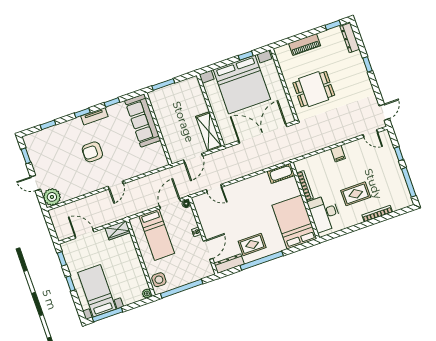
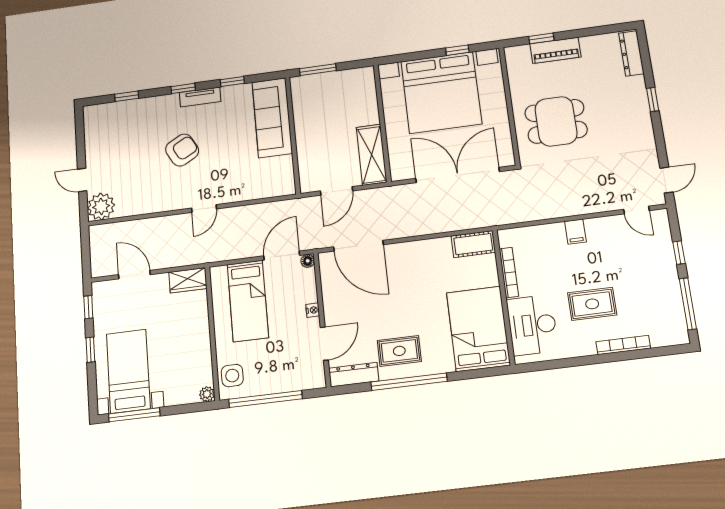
window: (333, 25) -> (541, 38), moved
armchair: (92, 152) -> (182, 150), turned 151
window: (26, 156) -> (80, 136), removed
door: (214, 188) -> (358, 246), width x1.87

